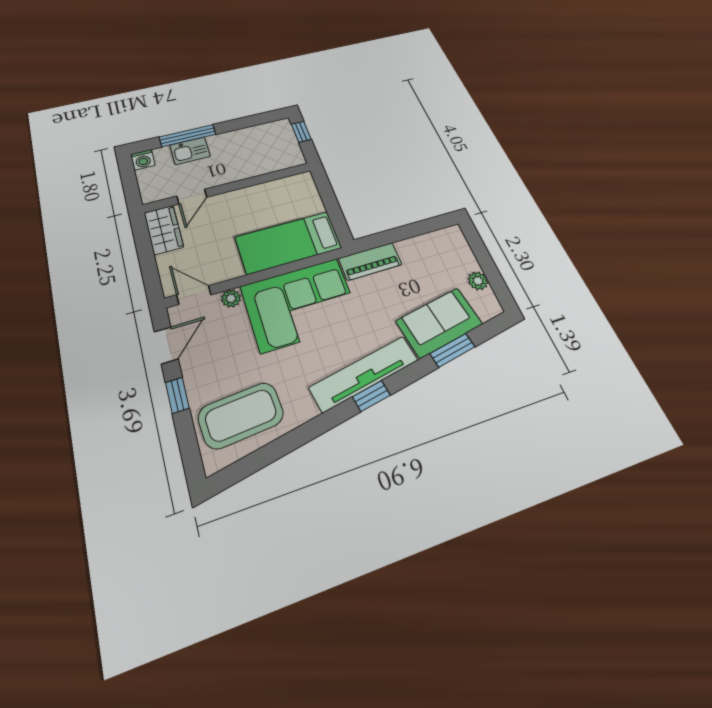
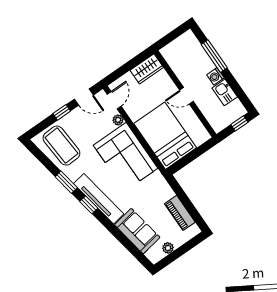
kitchen sink: (190, 151) -> (225, 92), moved
washing machine: (143, 160) -> (215, 76), moved
door: (192, 197) -> (186, 96), moved
bed: (288, 242) -> (165, 136), width x1.50
piano: (370, 261) -> (180, 213), moved
window: (452, 350) -> (66, 182), moved

